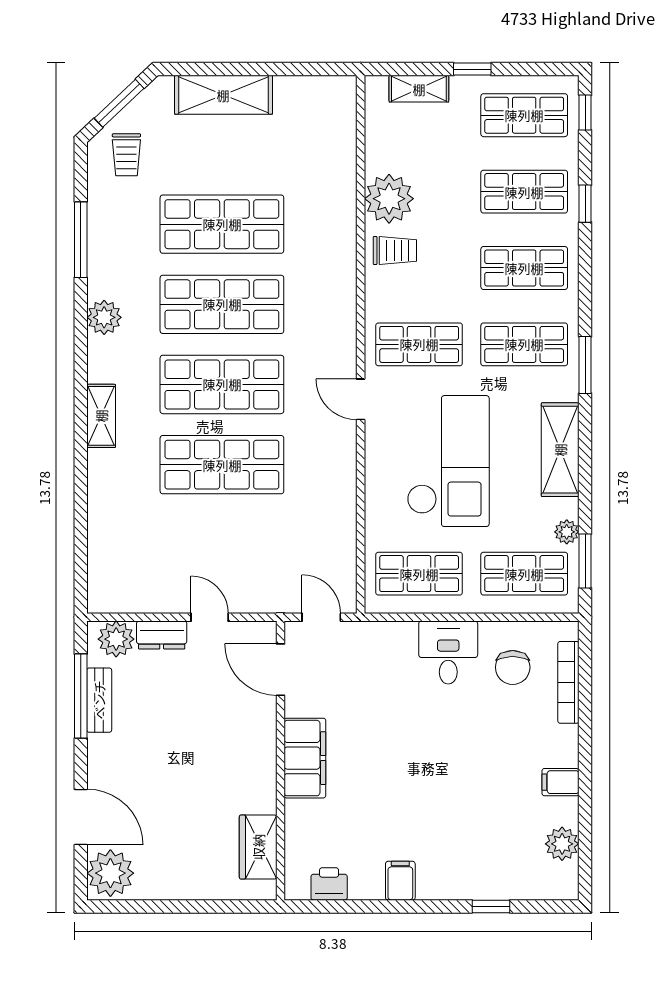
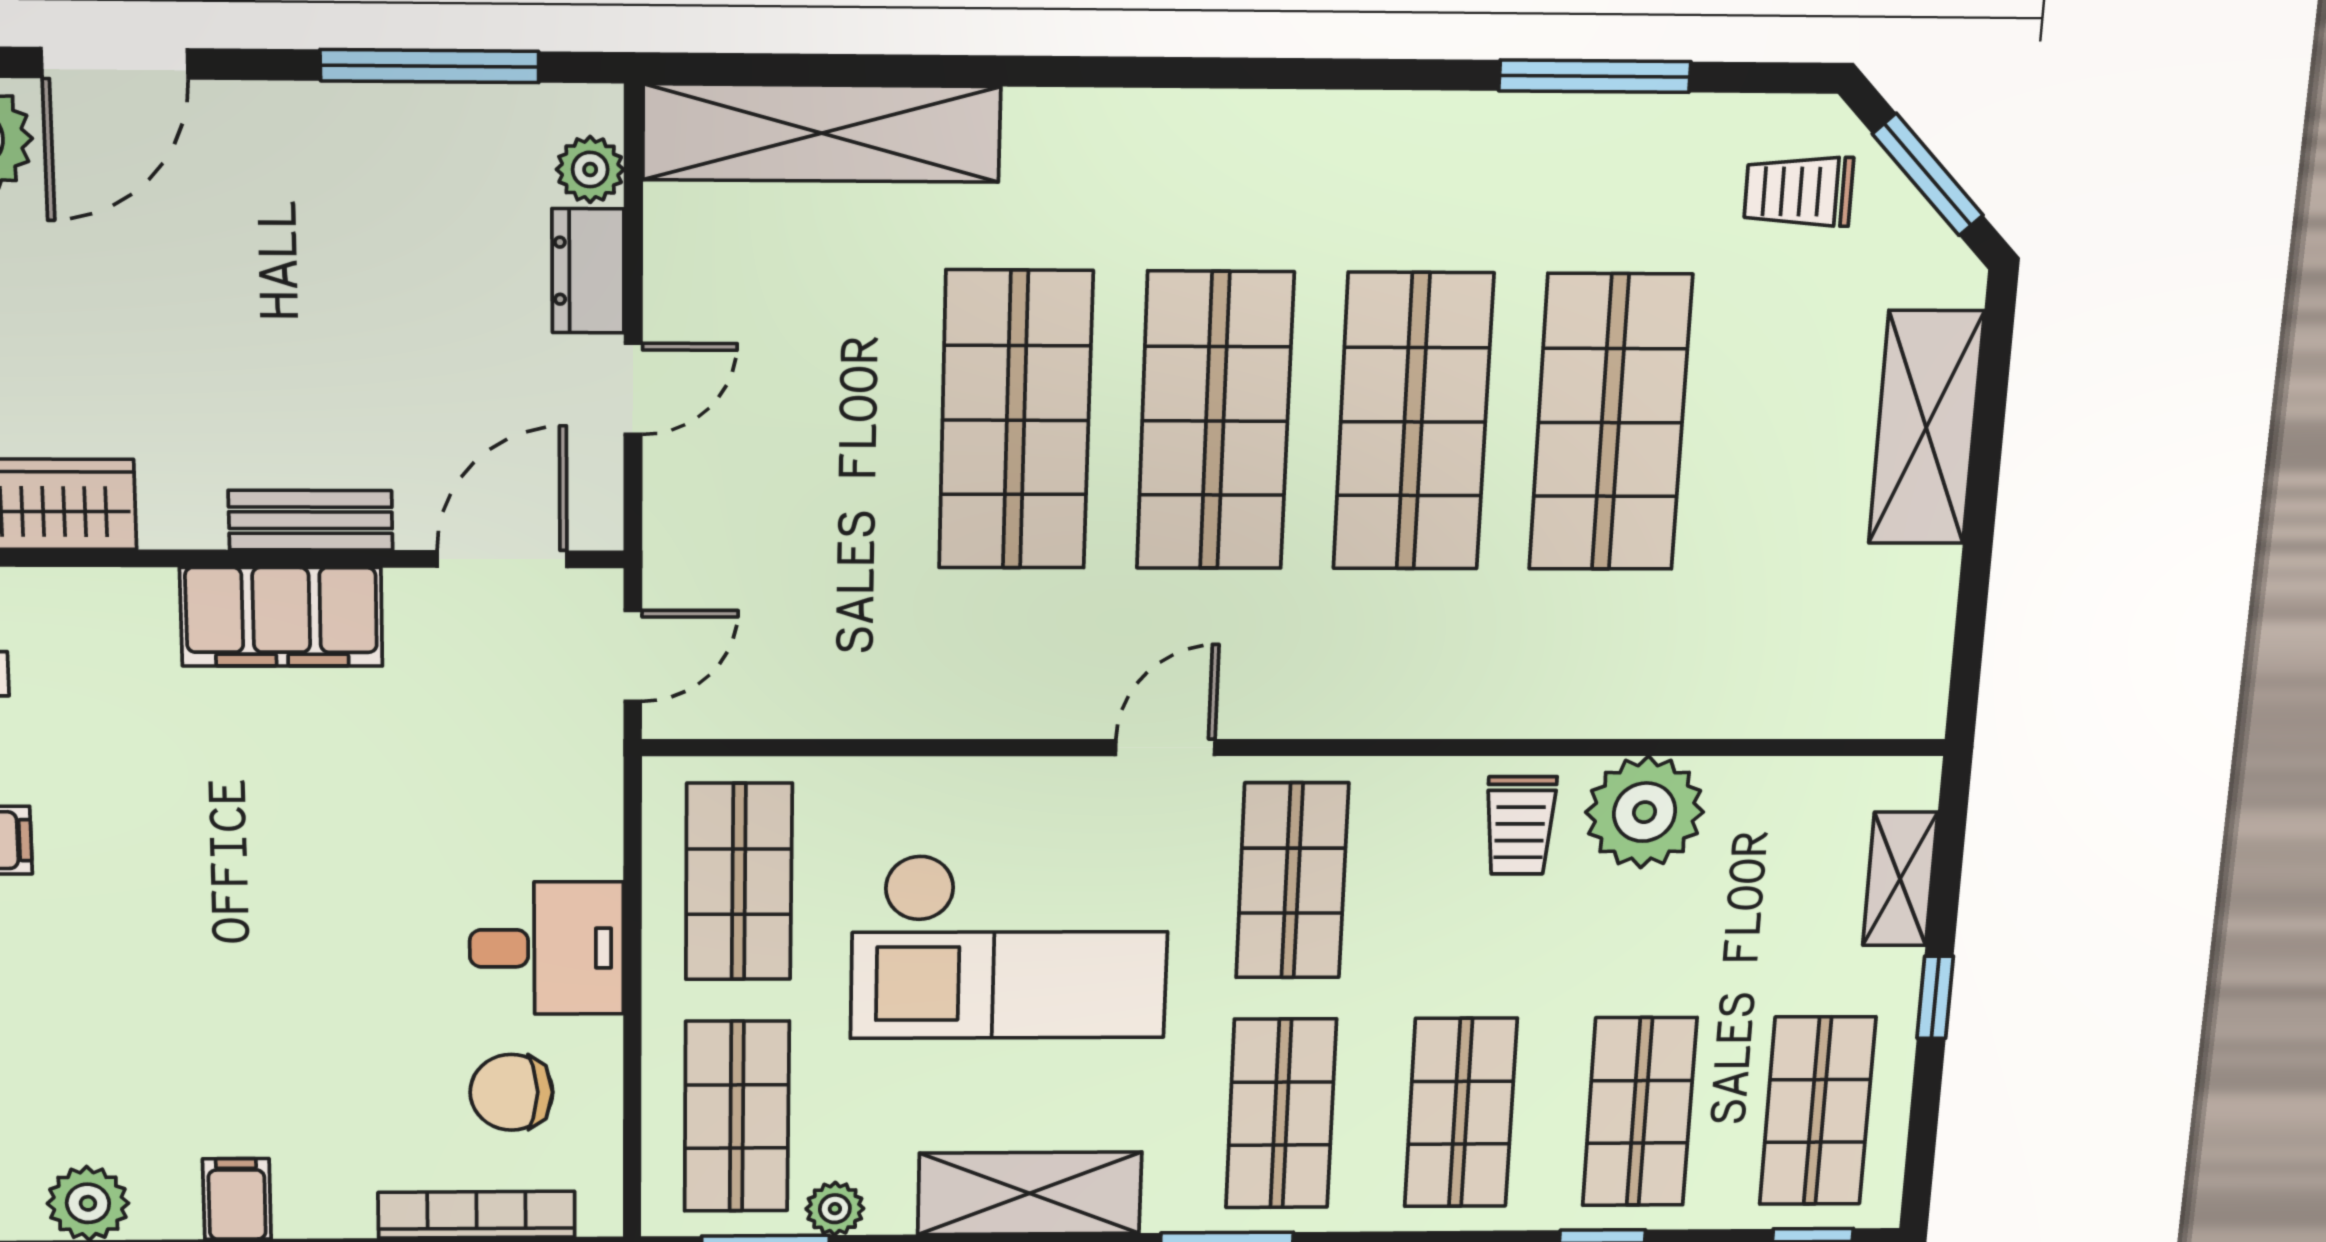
plant: (104, 317) -> (1396, 133), removed
shelving: (101, 416) -> (822, 133), moved, width x2.20, depth x1.33
plant: (116, 639) -> (590, 170), width x0.73, depth x0.73
bench: (99, 700) -> (311, 520), moved

